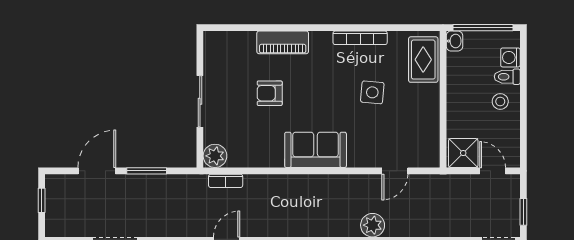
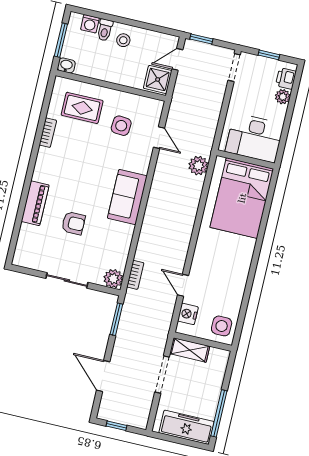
window: (483, 28) -> (61, 40), width x0.69
bookcase: (360, 38) -> (48, 133), width x0.64
rug: (423, 60) -> (82, 108), moved
side table: (372, 92) -> (121, 126), moved
armchair: (270, 93) -> (73, 223), turned -90
window: (147, 171) -> (116, 319), moved
window: (523, 212) -> (201, 39), moved

